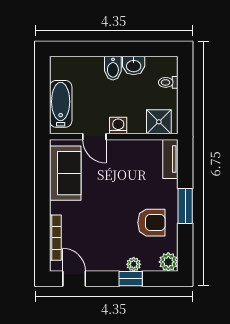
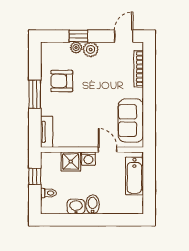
window: (185, 103) -> (35, 176), added
shower: (159, 122) -> (71, 162), moved
plant: (168, 262) -> (91, 49), moved
door: (74, 279) -> (124, 36), swing flipped

